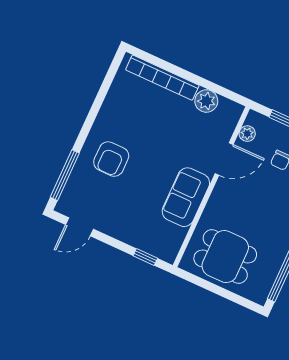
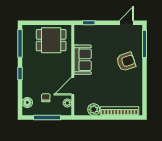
armchair: (111, 159) -> (126, 62), turned 71

